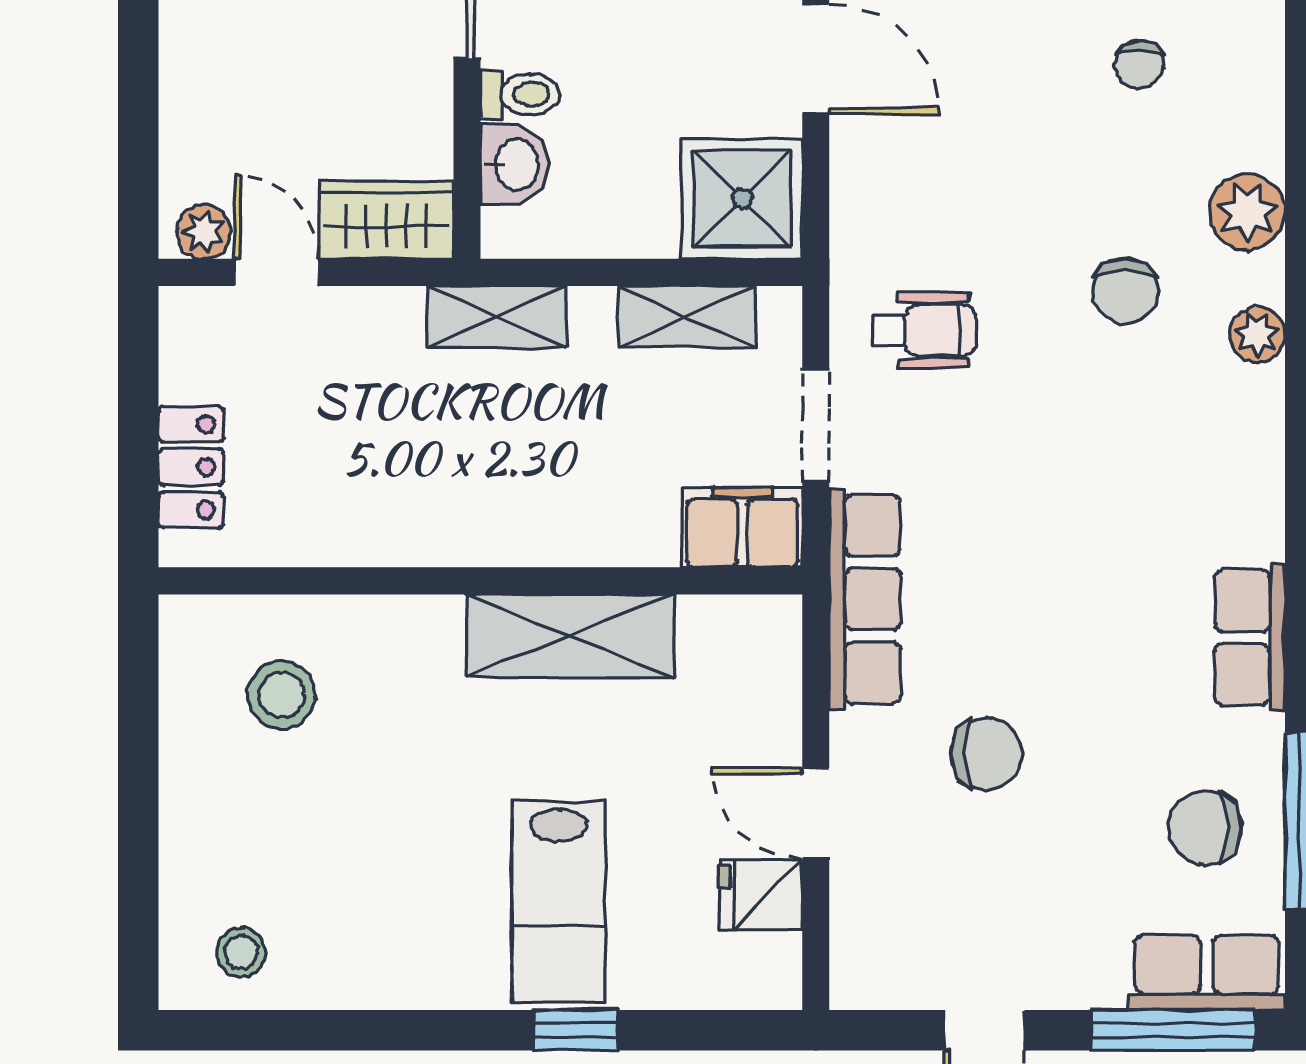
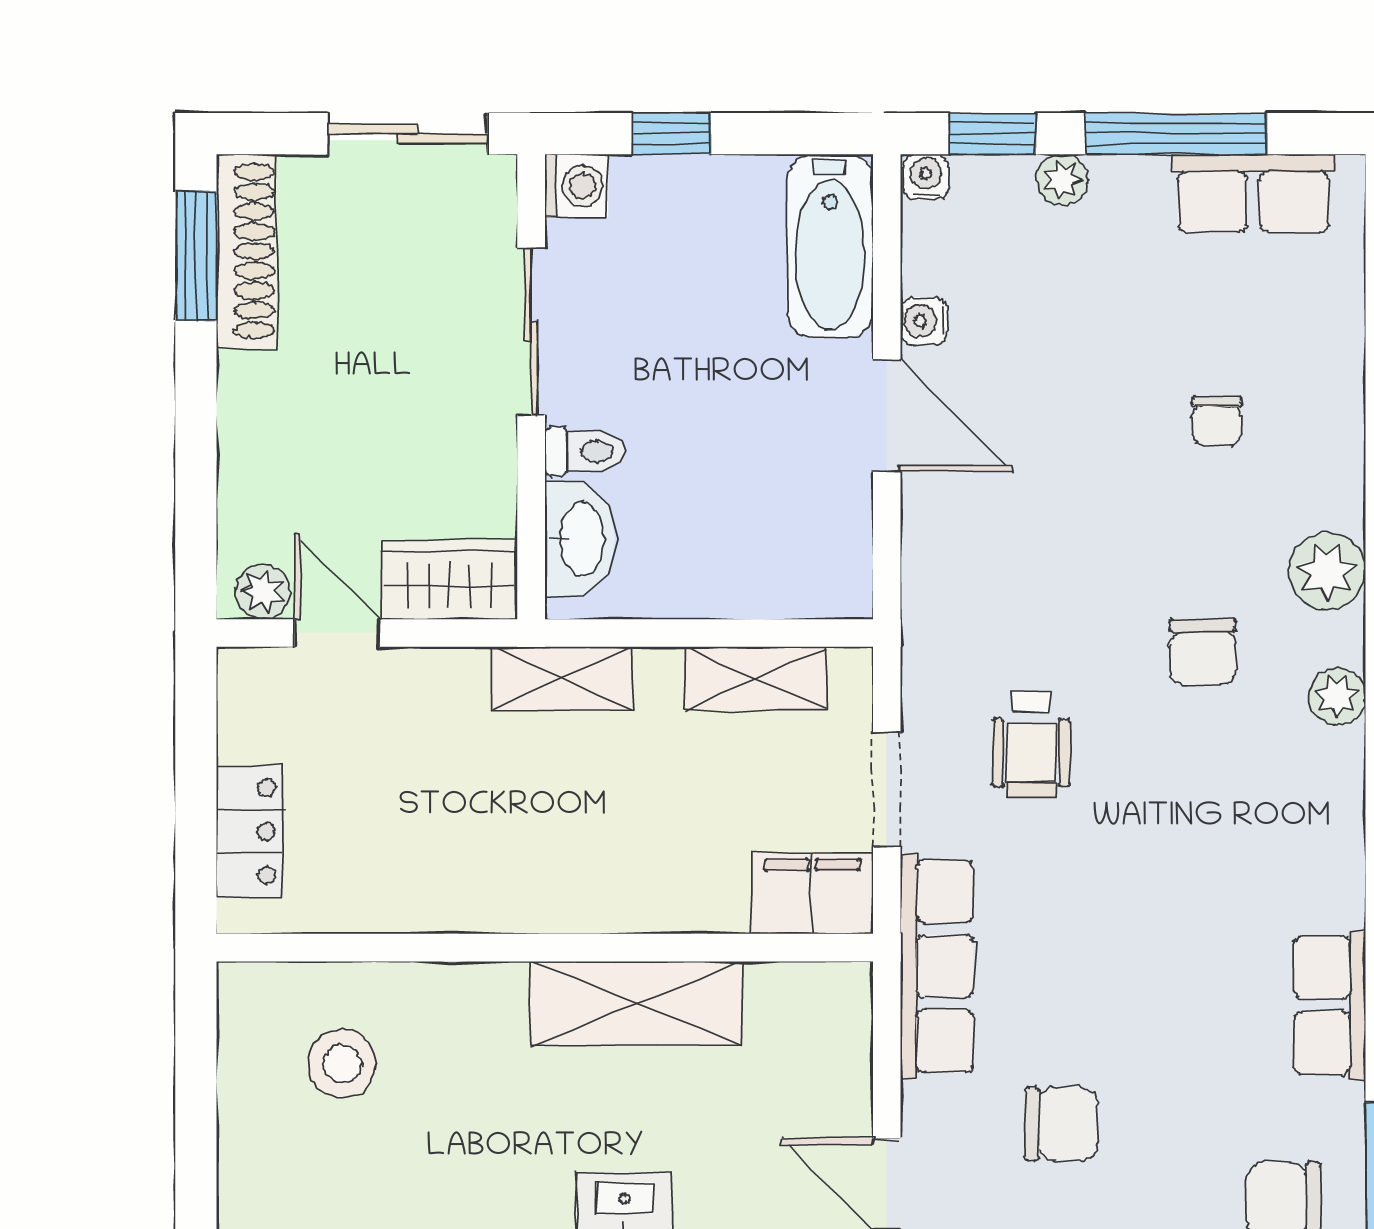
washbasin: (515, 164) -> (580, 539), width x1.38
shower: (742, 199) -> (811, 558), removed
wheelchair: (925, 330) -> (1031, 744), moved, turned 90

